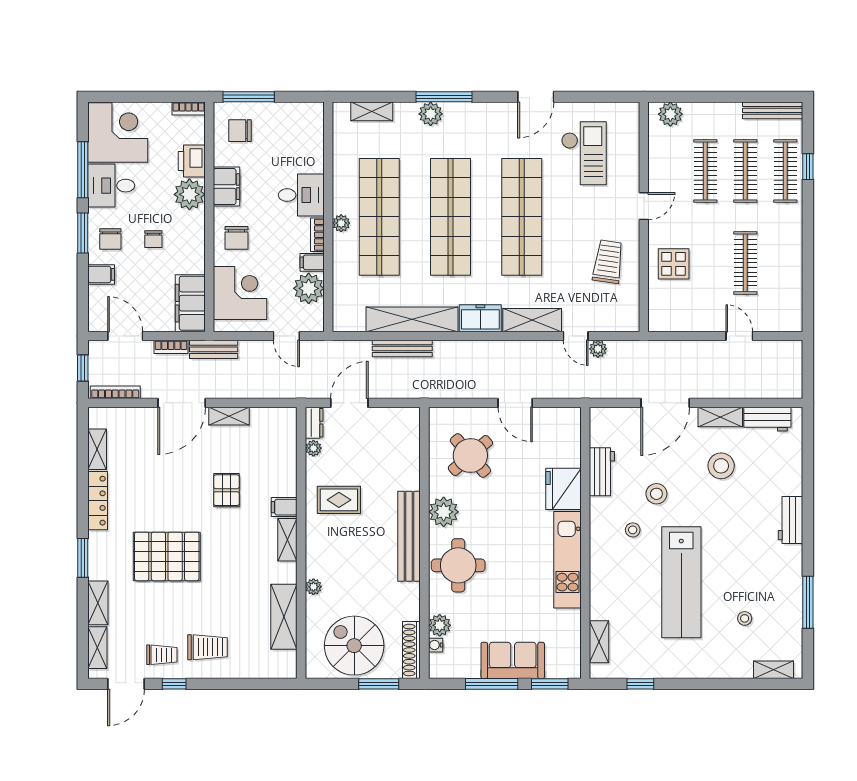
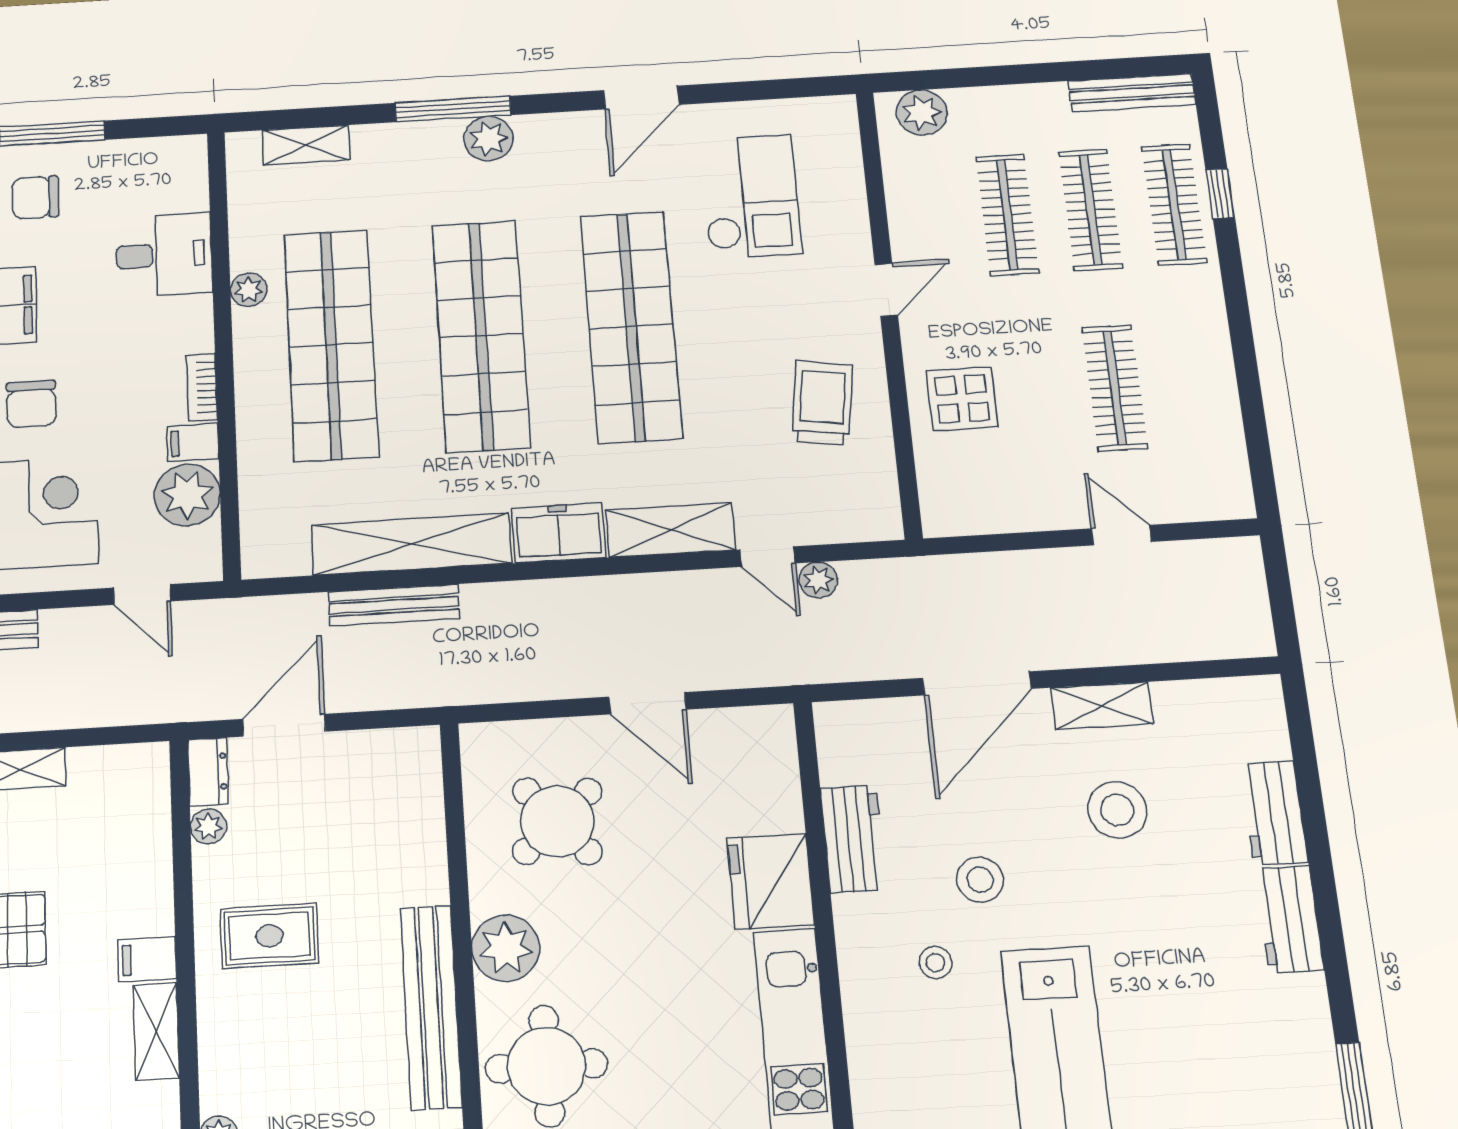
plant: (431, 114) -> (488, 139), moved
desk: (301, 195) -> (164, 255), moved
plant: (341, 223) -> (249, 290), moved
workbench: (767, 419) -> (1274, 813), moved, turned 90

